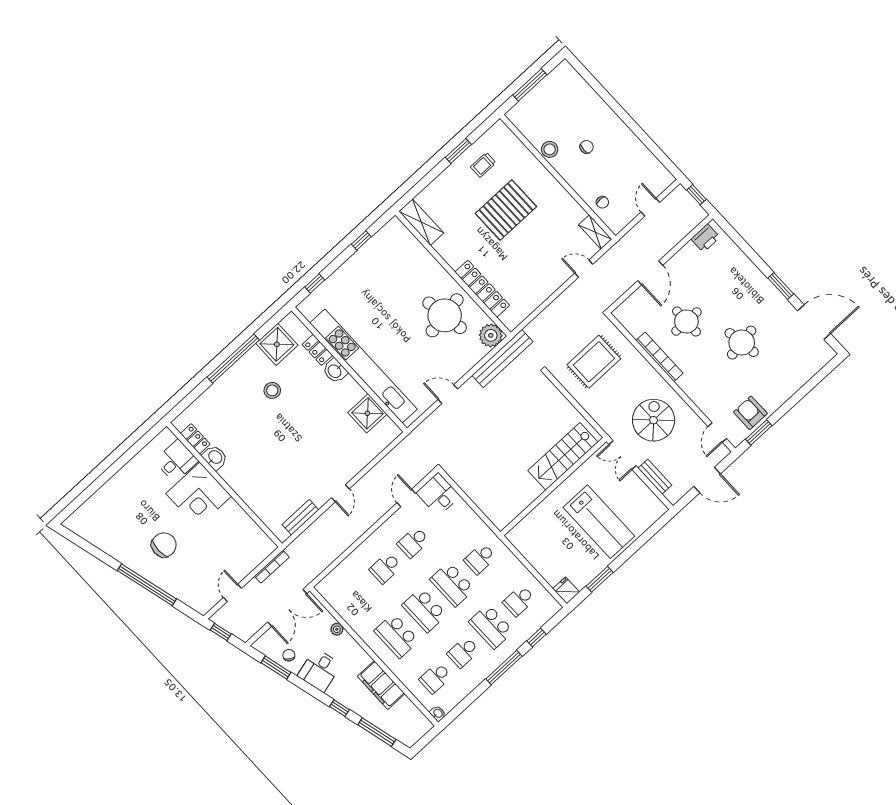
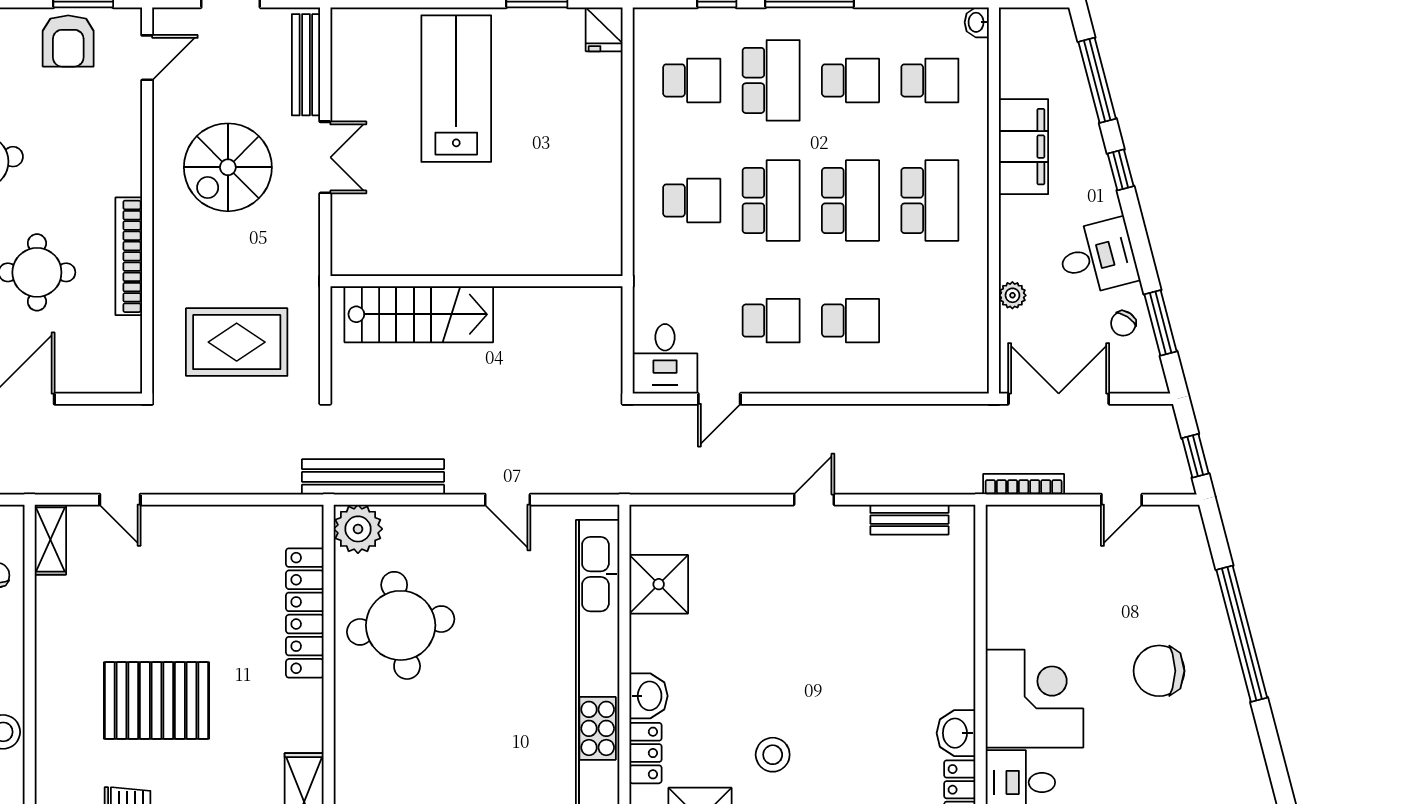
stairs: (563, 456) -> (419, 314), moved
bench: (655, 477) -> (306, 65), width x1.36
wall: (553, 487) -> (476, 281), moved

